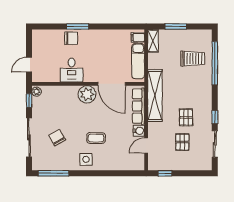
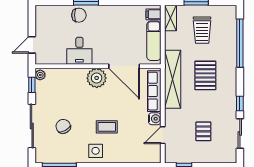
trolley: (193, 59) -> (202, 30), moved, turned 90
pallet: (186, 117) -> (205, 75), moved, width x1.50, depth x1.42

